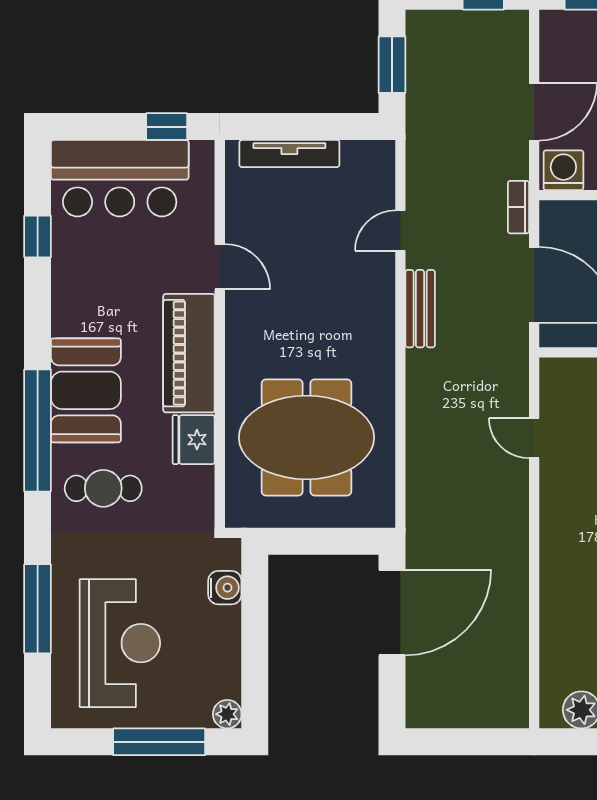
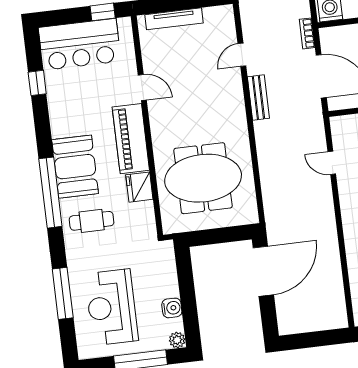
water cooler: (225, 588) -> (172, 308), moved
reception desk: (120, 643) -> (112, 307), turned 180

